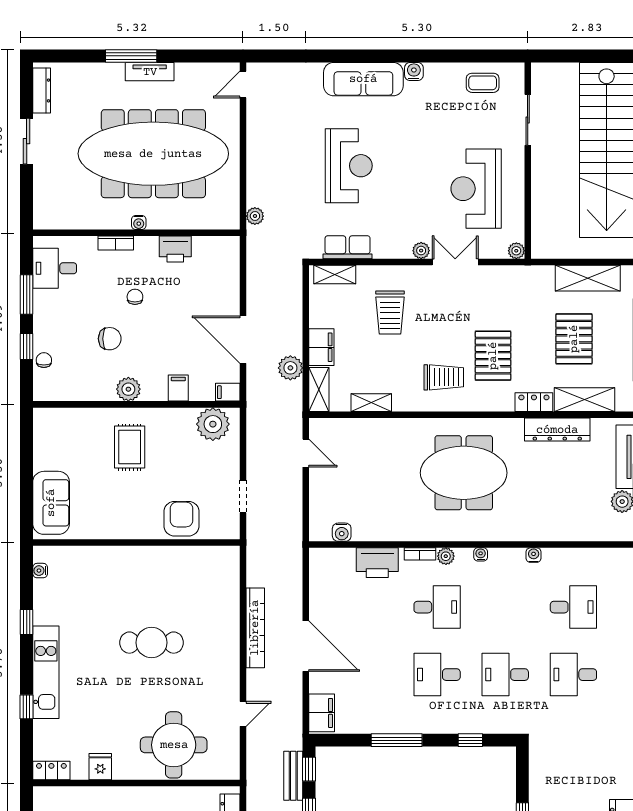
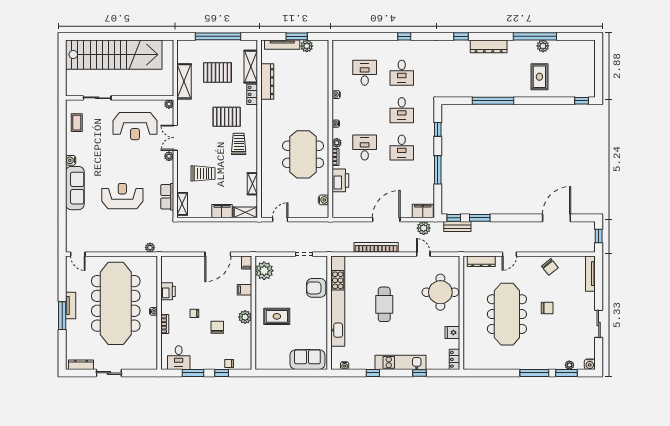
shelving: (588, 278) -> (184, 81), moved
plant: (290, 368) -> (424, 228), moved
meeting table: (464, 473) -> (303, 154), moved
kitchen unit: (157, 558) -> (338, 301), added

